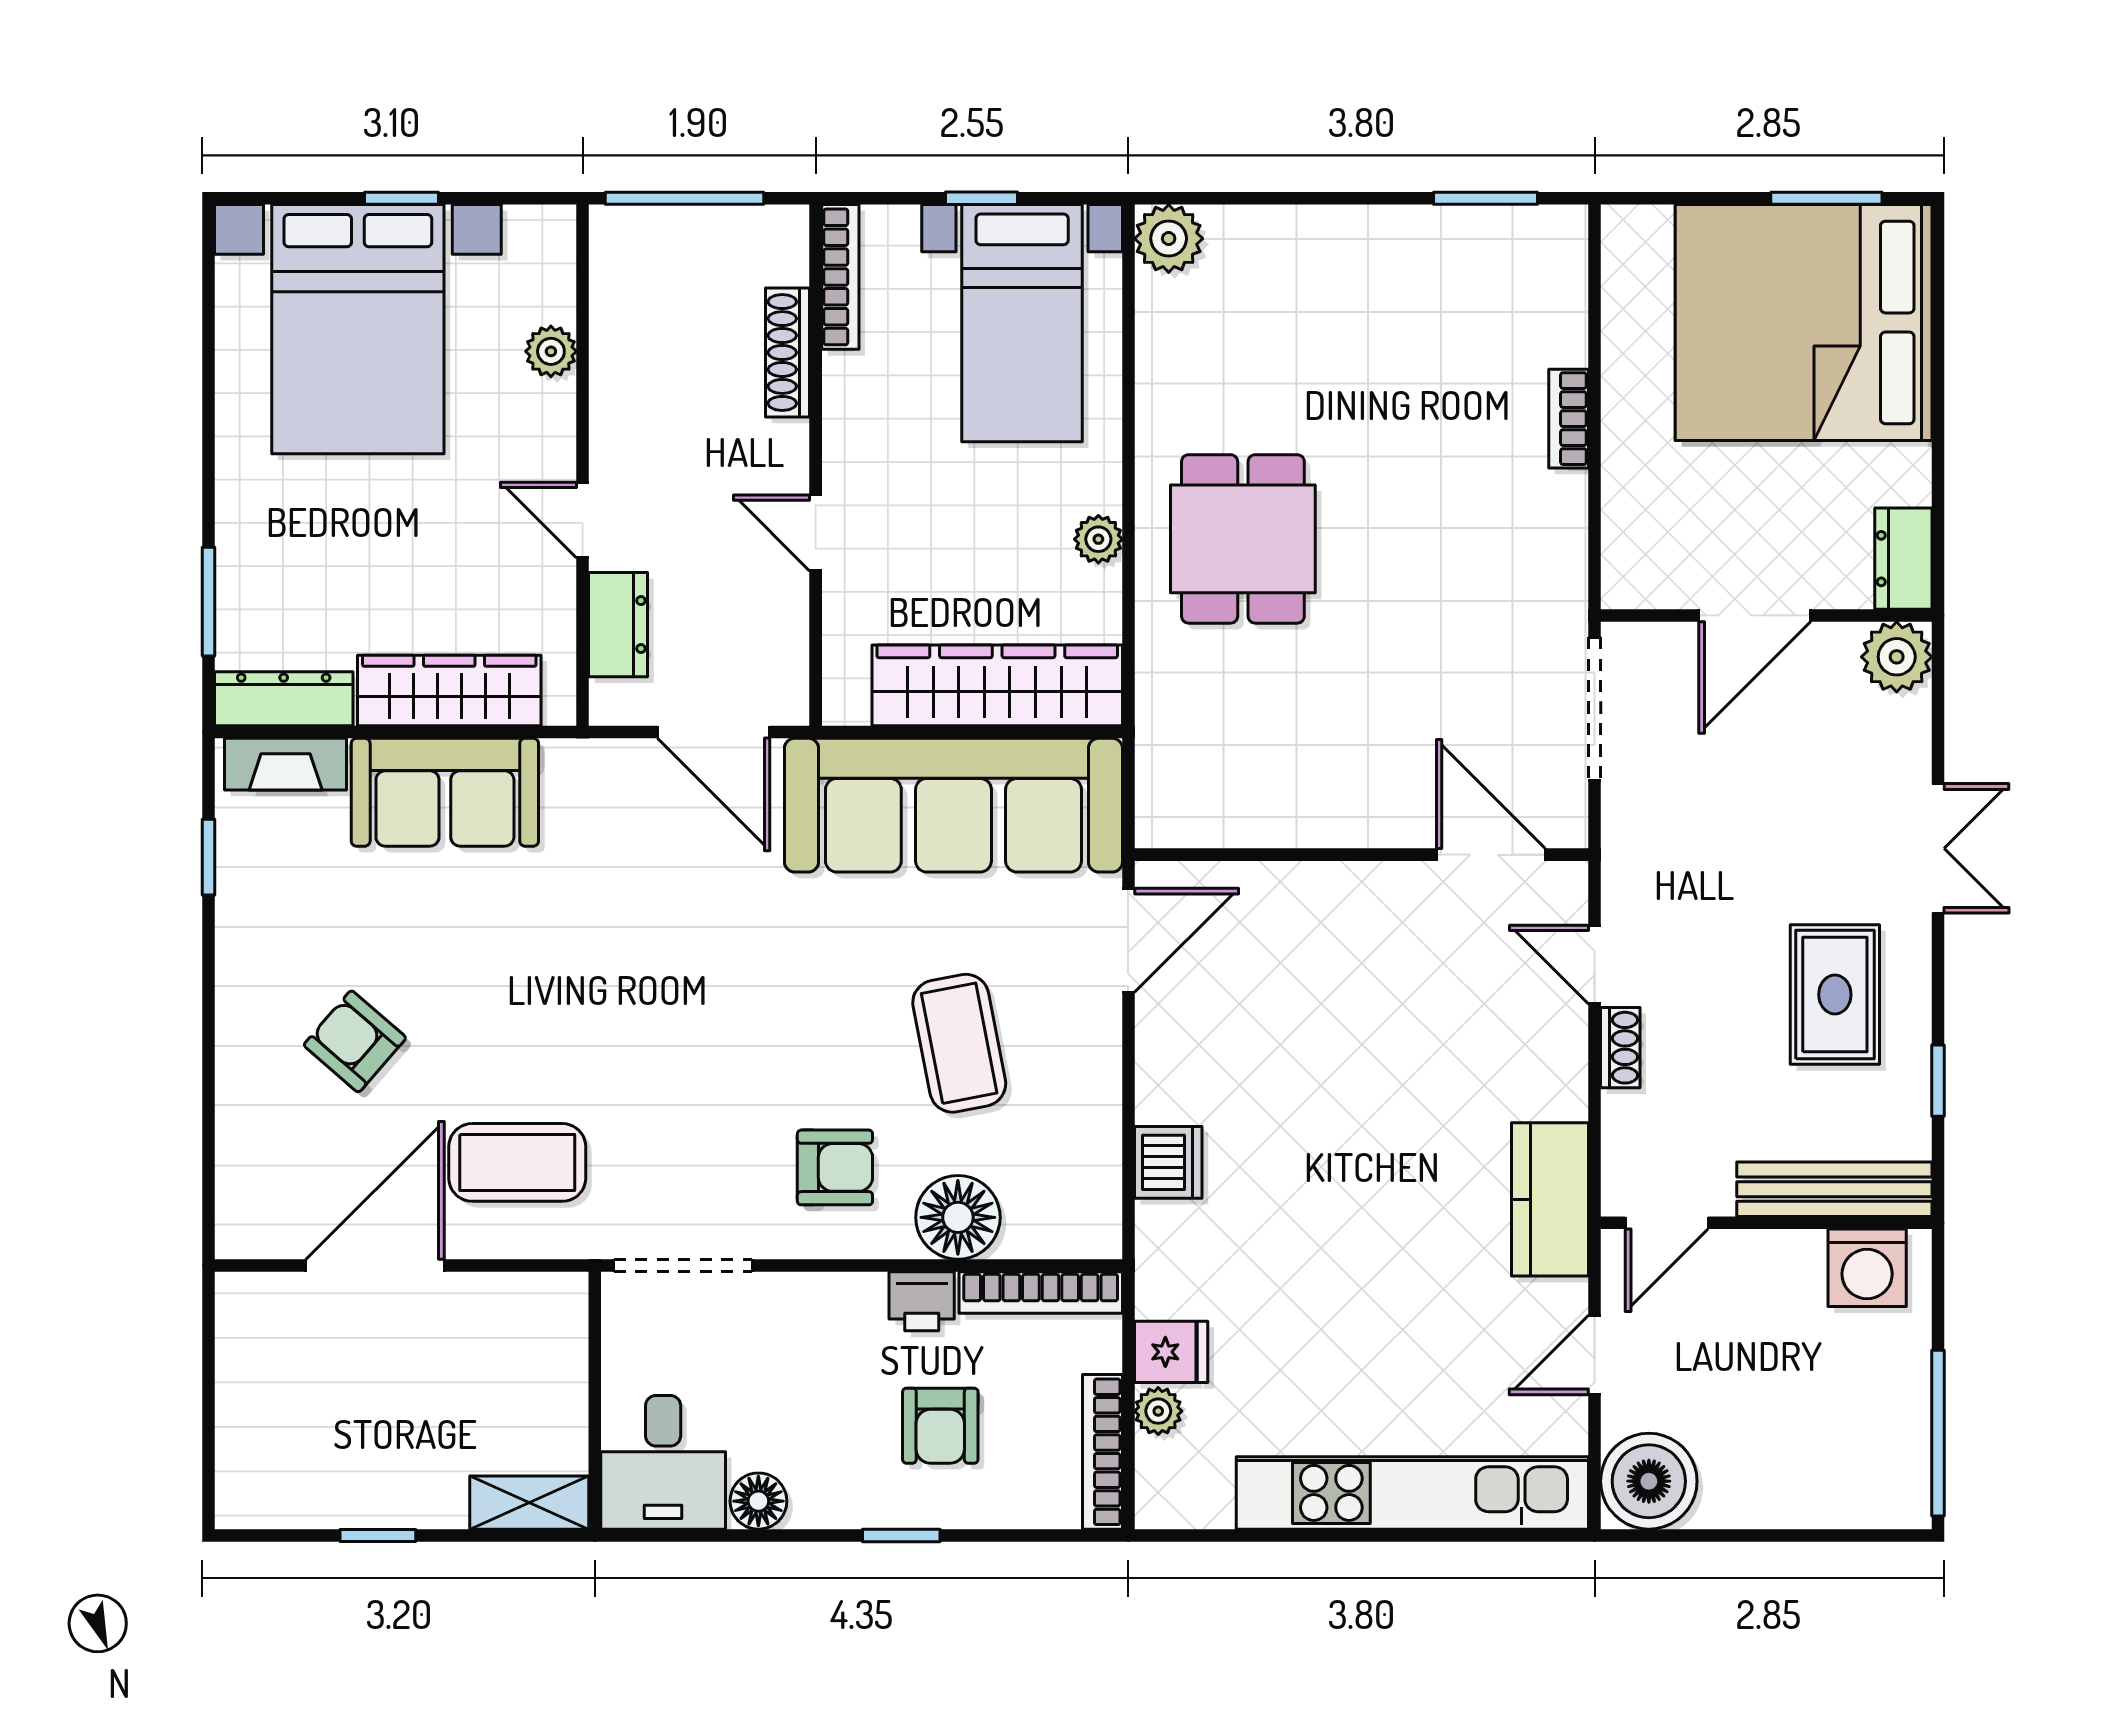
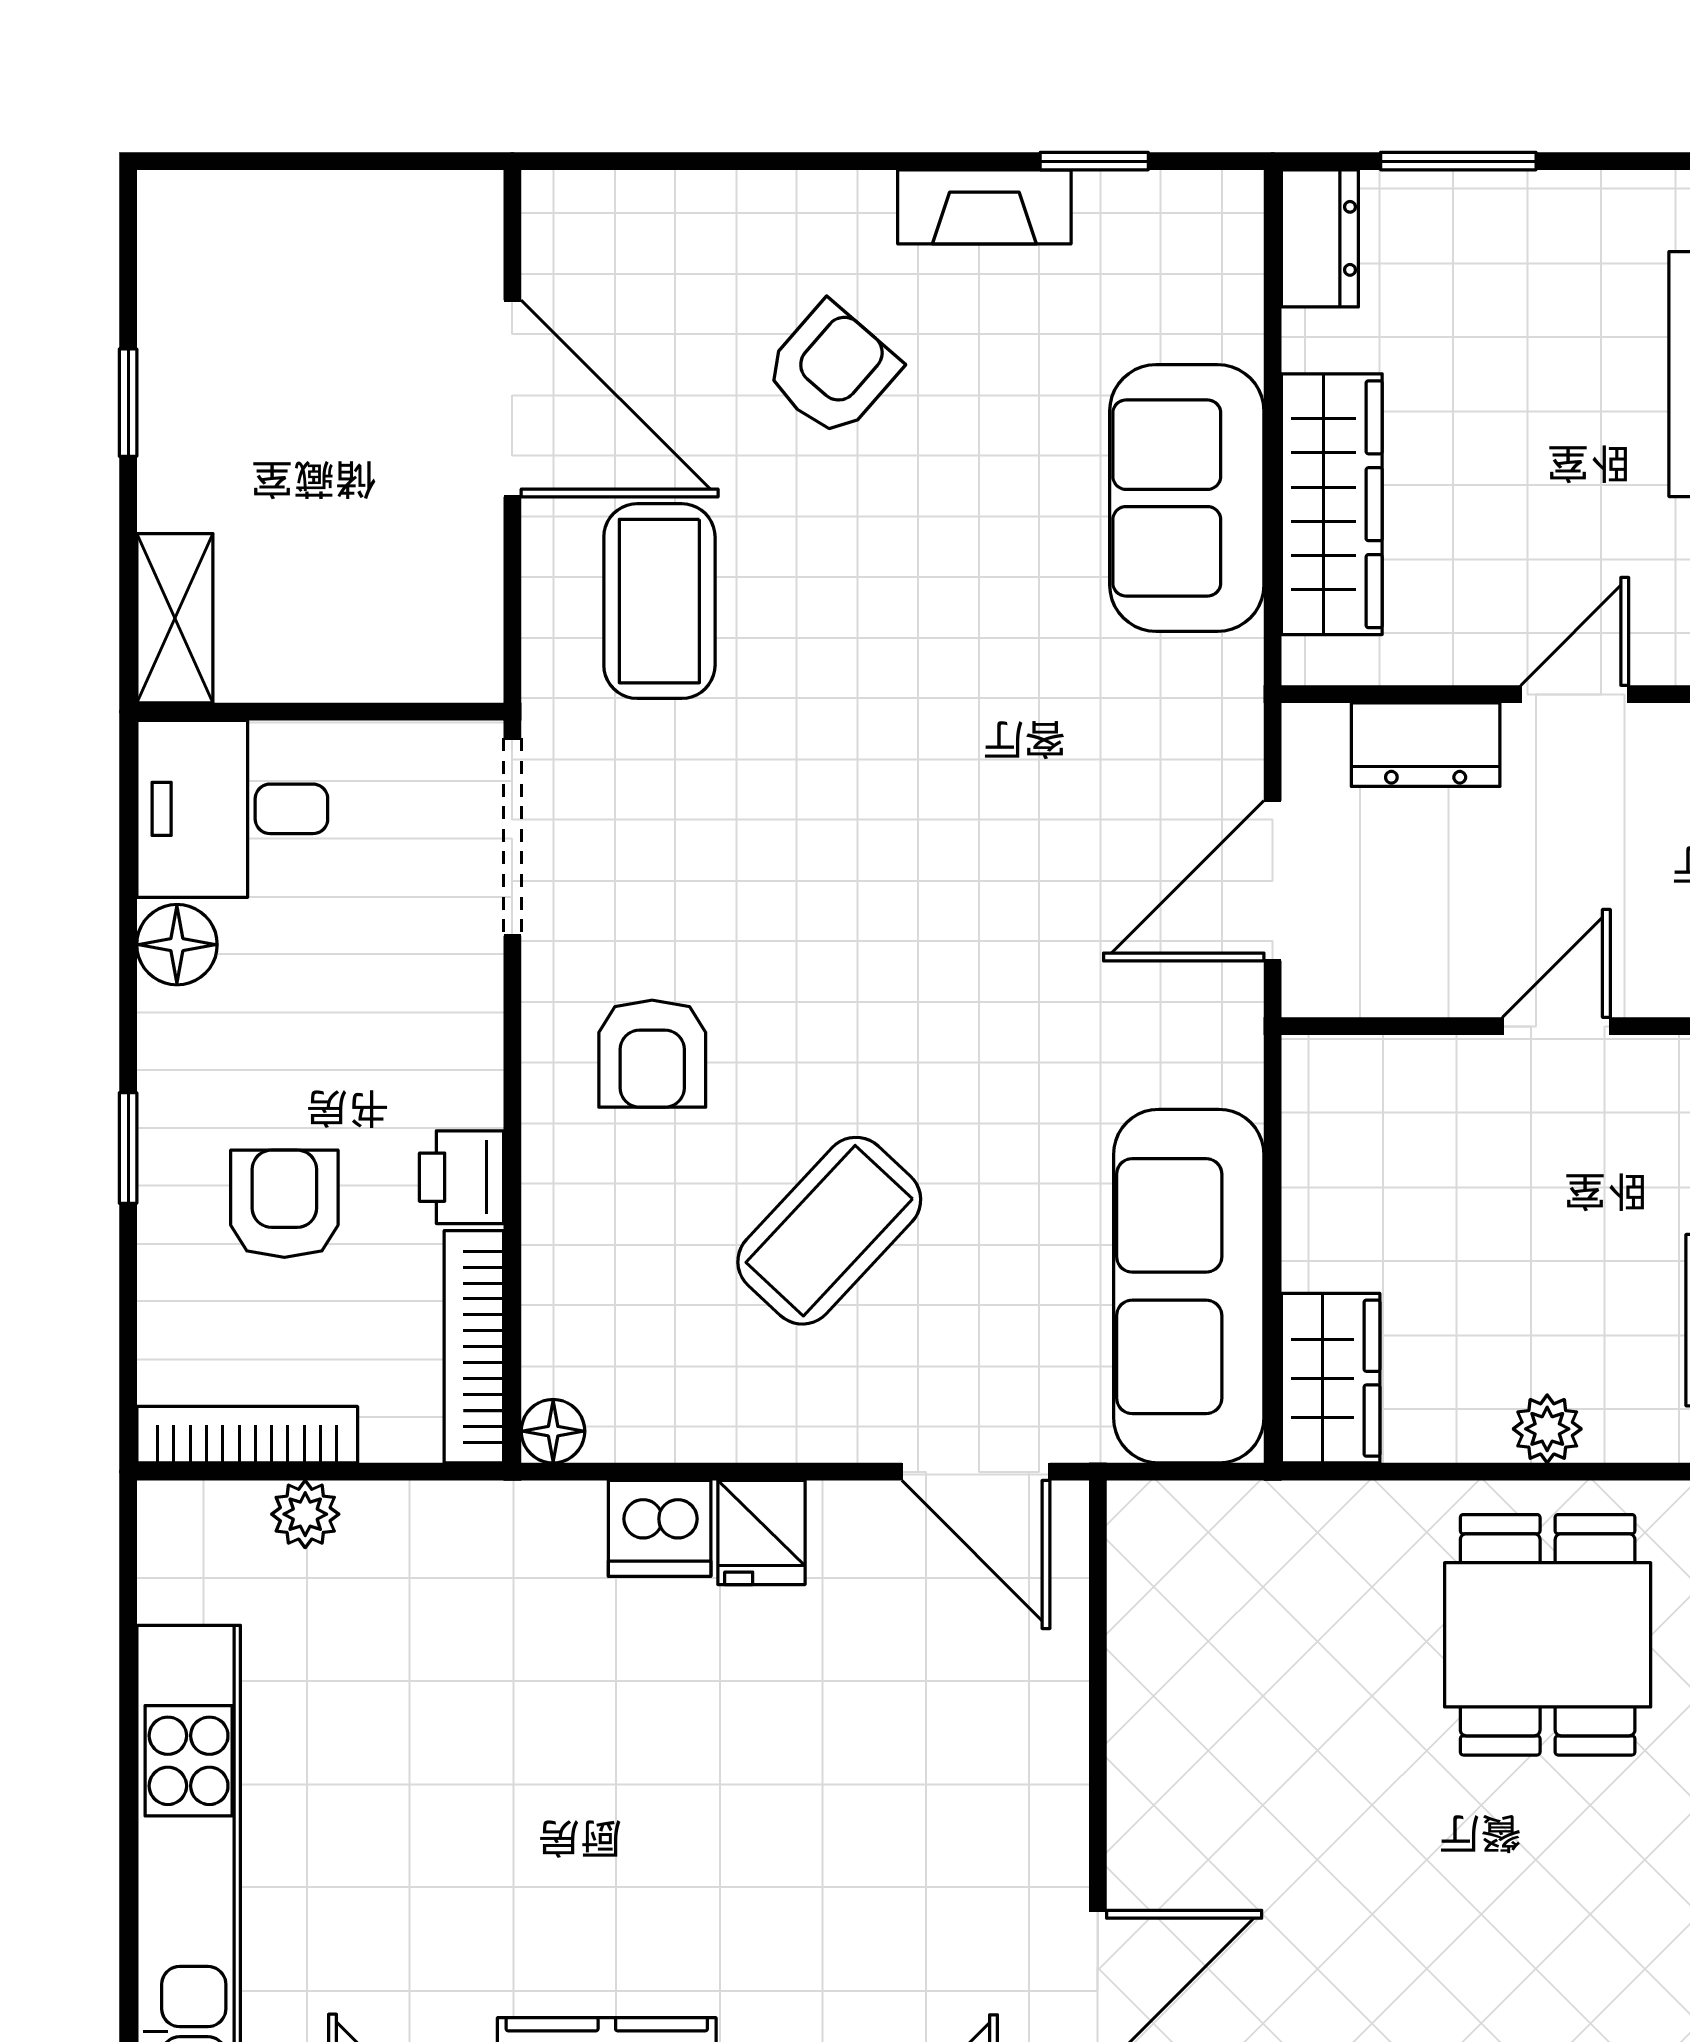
dining table: (1243, 539) -> (1548, 1635), turned 90
wardrobe: (997, 685) -> (1331, 1378), width x0.48, depth x0.85
dresser: (284, 699) -> (1320, 238), width x0.70
fireplace: (286, 764) -> (984, 207), moved, turned -90
sofa: (953, 805) -> (1189, 1286), width x0.74, depth x0.79
coffee table: (959, 1043) -> (829, 1231), turned -36
floor lamp: (958, 1217) -> (553, 1431), moved, width x0.53, depth x0.53
fridge: (1171, 1352) -> (761, 1533), moved
armchair: (940, 1426) -> (284, 1204), turned 90

